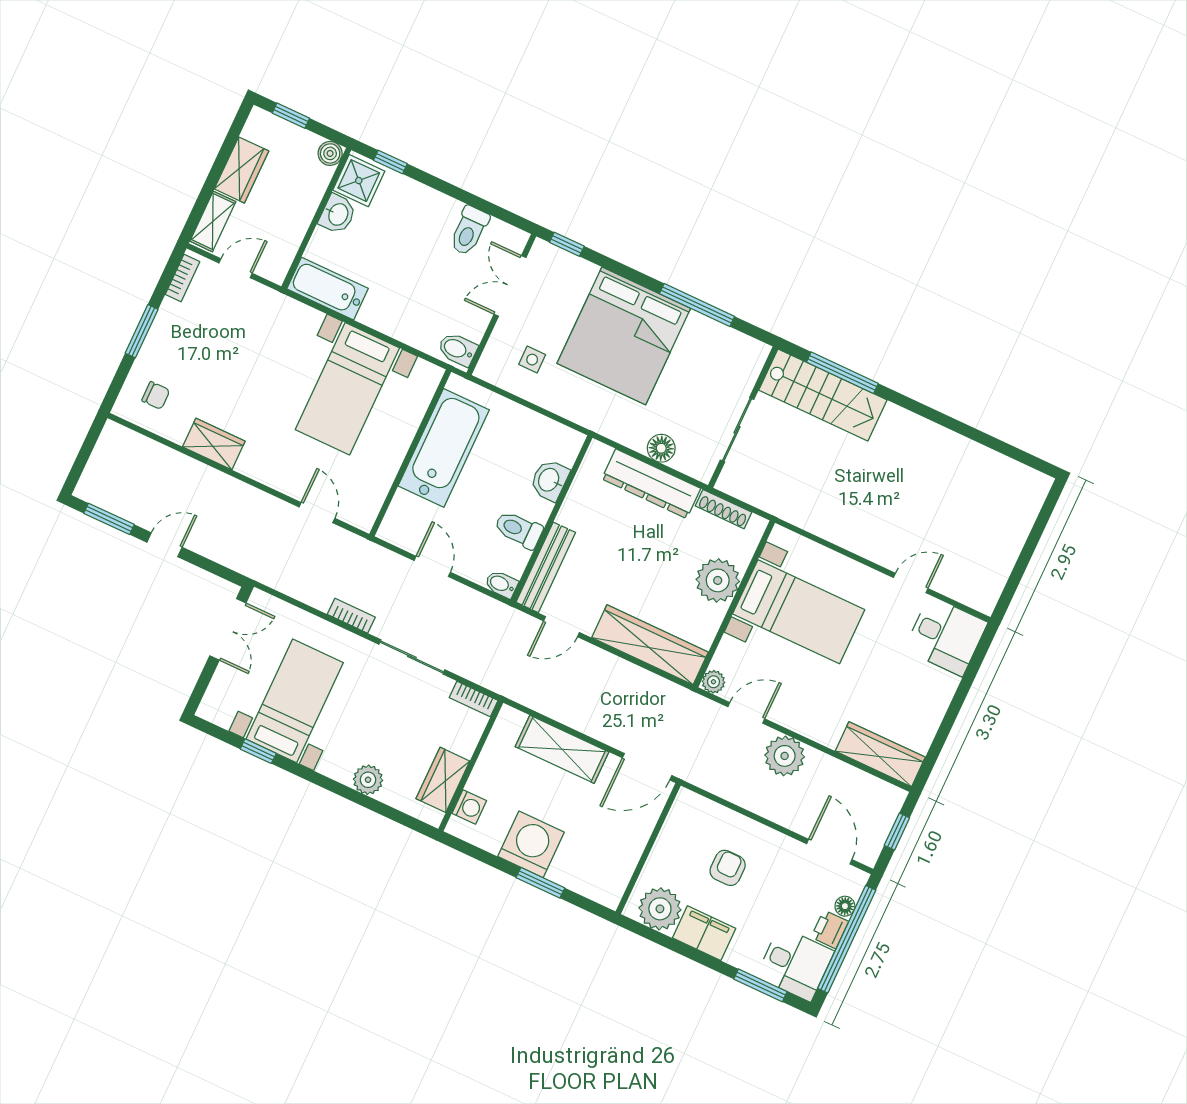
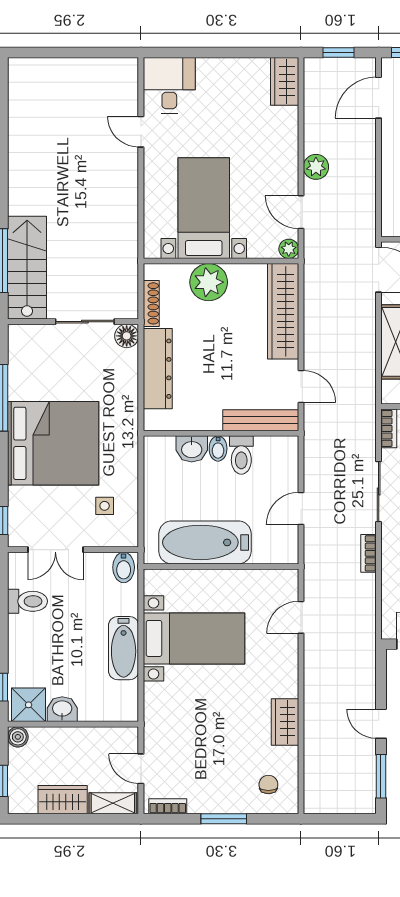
bathtub: (327, 289) -> (124, 648), moved
floor lamp: (661, 448) -> (127, 336), moved
bidet: (501, 584) -> (218, 448), moved
wardrobe: (880, 754) -> (285, 81), width x0.67
plant: (785, 756) -> (316, 167), width x0.73, depth x0.73

